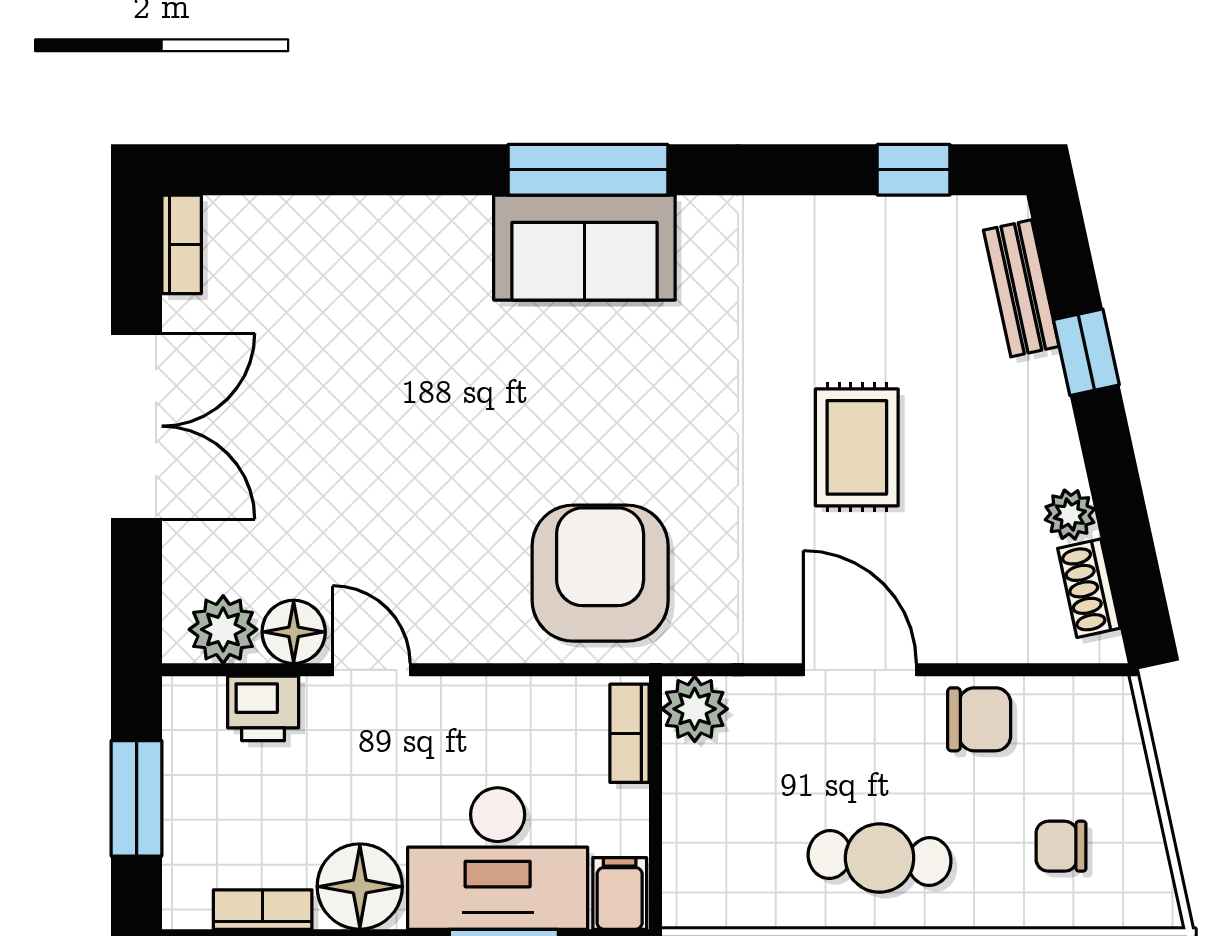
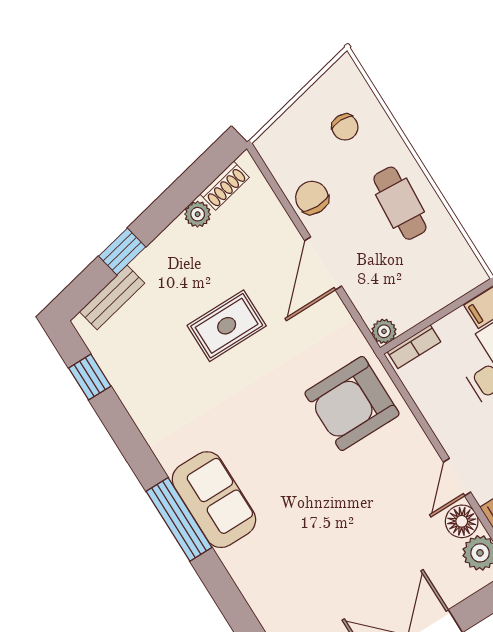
plant: (695, 709) -> (384, 331), width x0.73, depth x0.73

